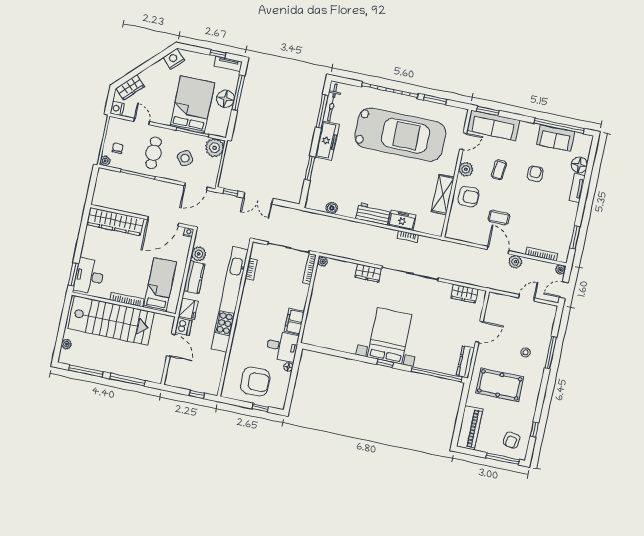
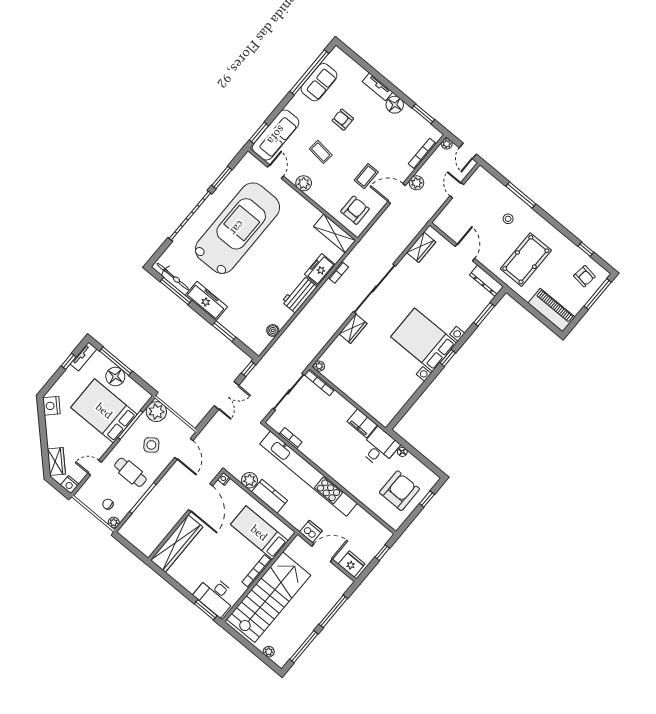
floor lamp: (579, 165) -> (395, 105), moved
window: (230, 192) -> (249, 369), moved
shelving: (443, 195) -> (335, 233), moved
armchair: (468, 197) -> (355, 210), moved
fridge: (188, 309) -> (352, 564), moved
window: (437, 374) -> (484, 314), width x0.47

